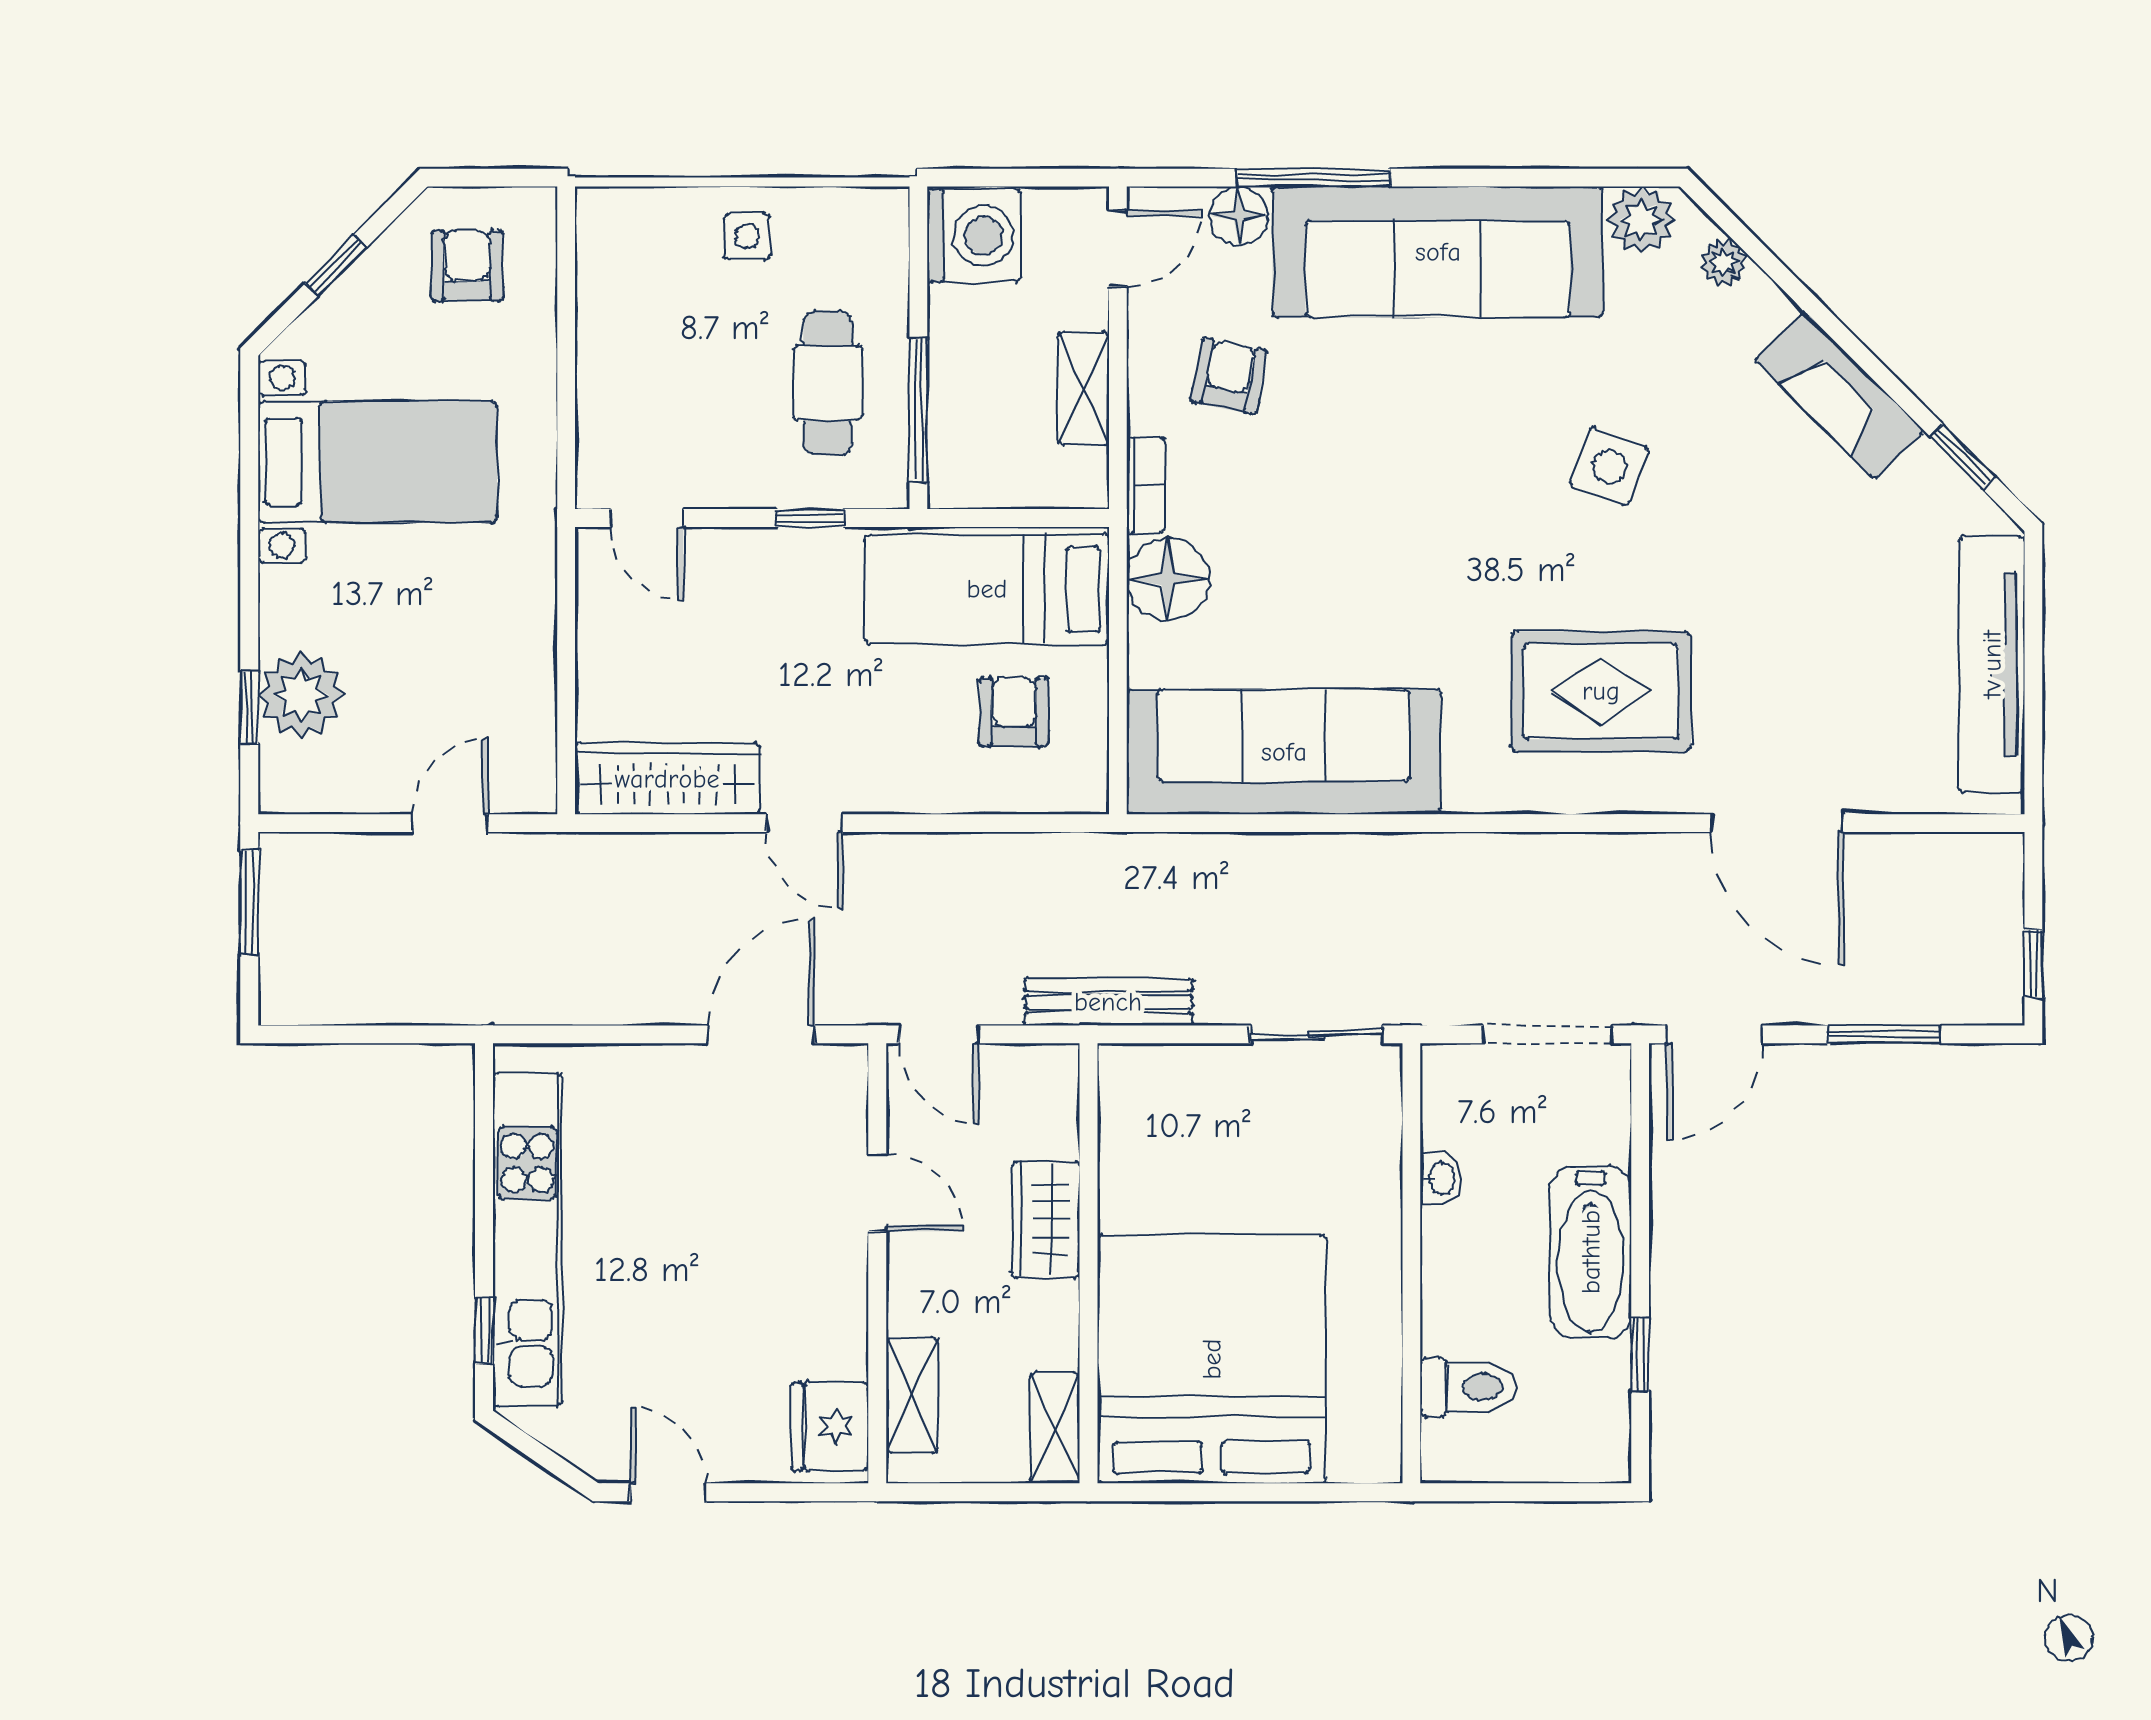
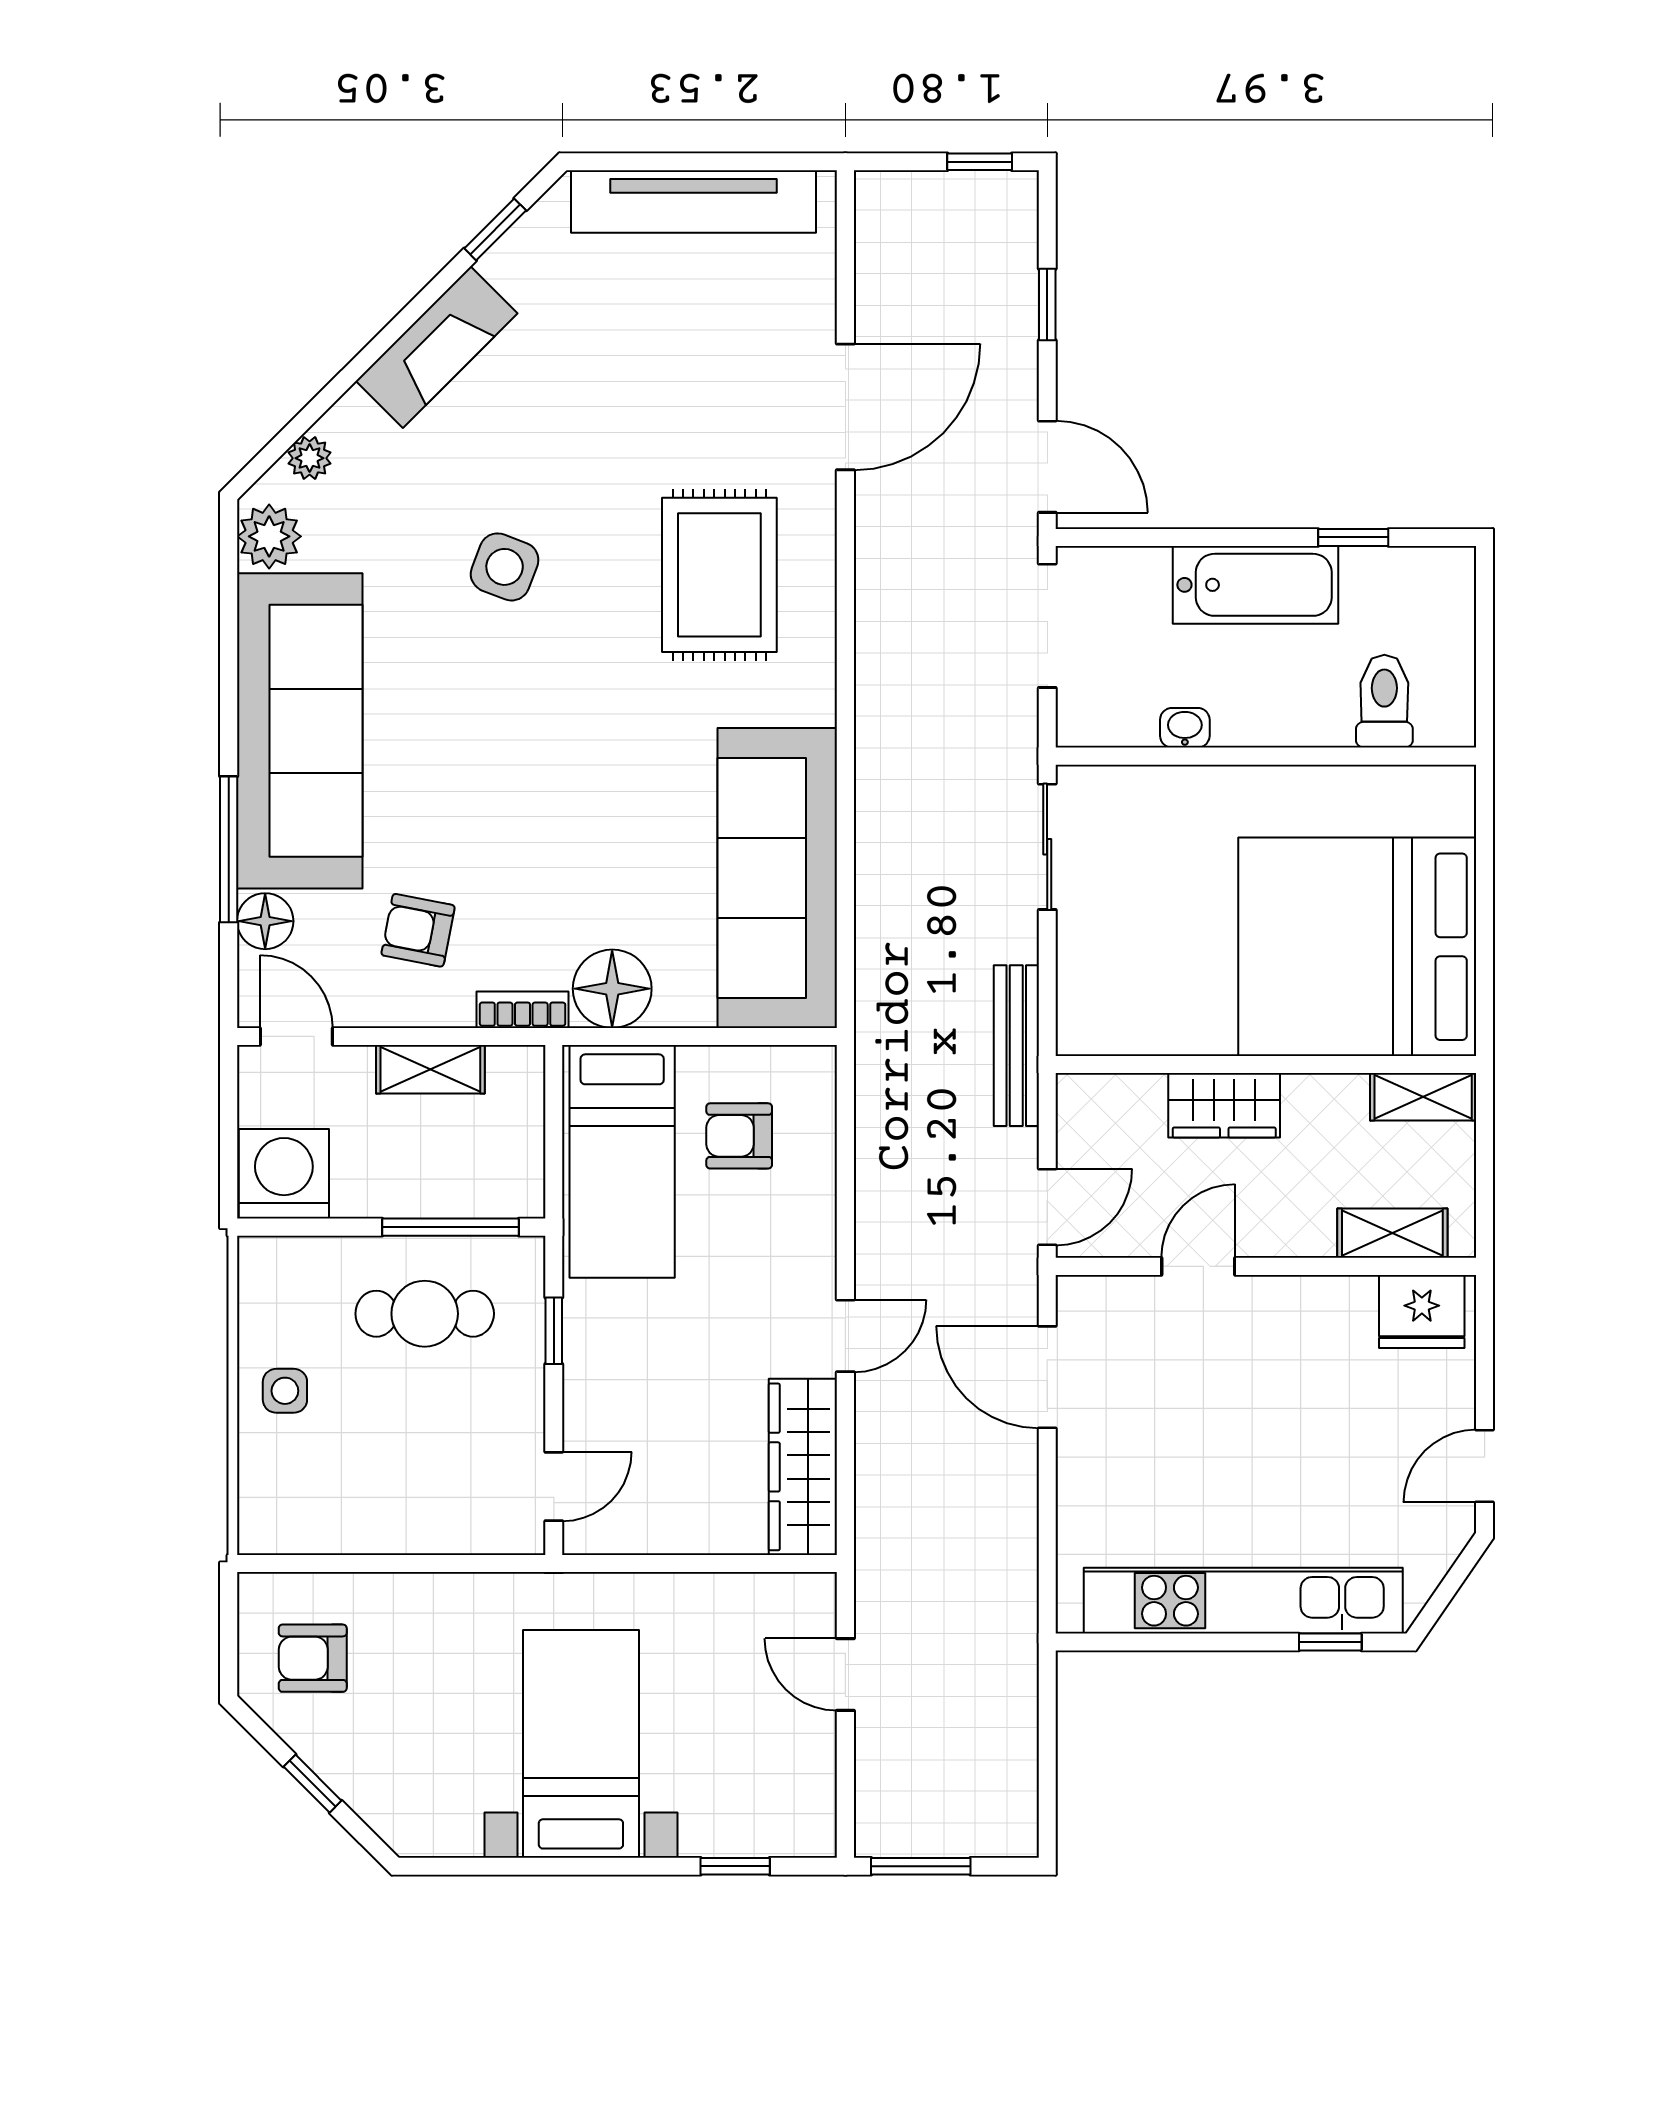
bed with nightstands: (377, 462) -> (581, 1744), moved
plant: (301, 695) -> (723, 1817), removed
window: (1884, 1034) -> (1047, 305), width x0.67

